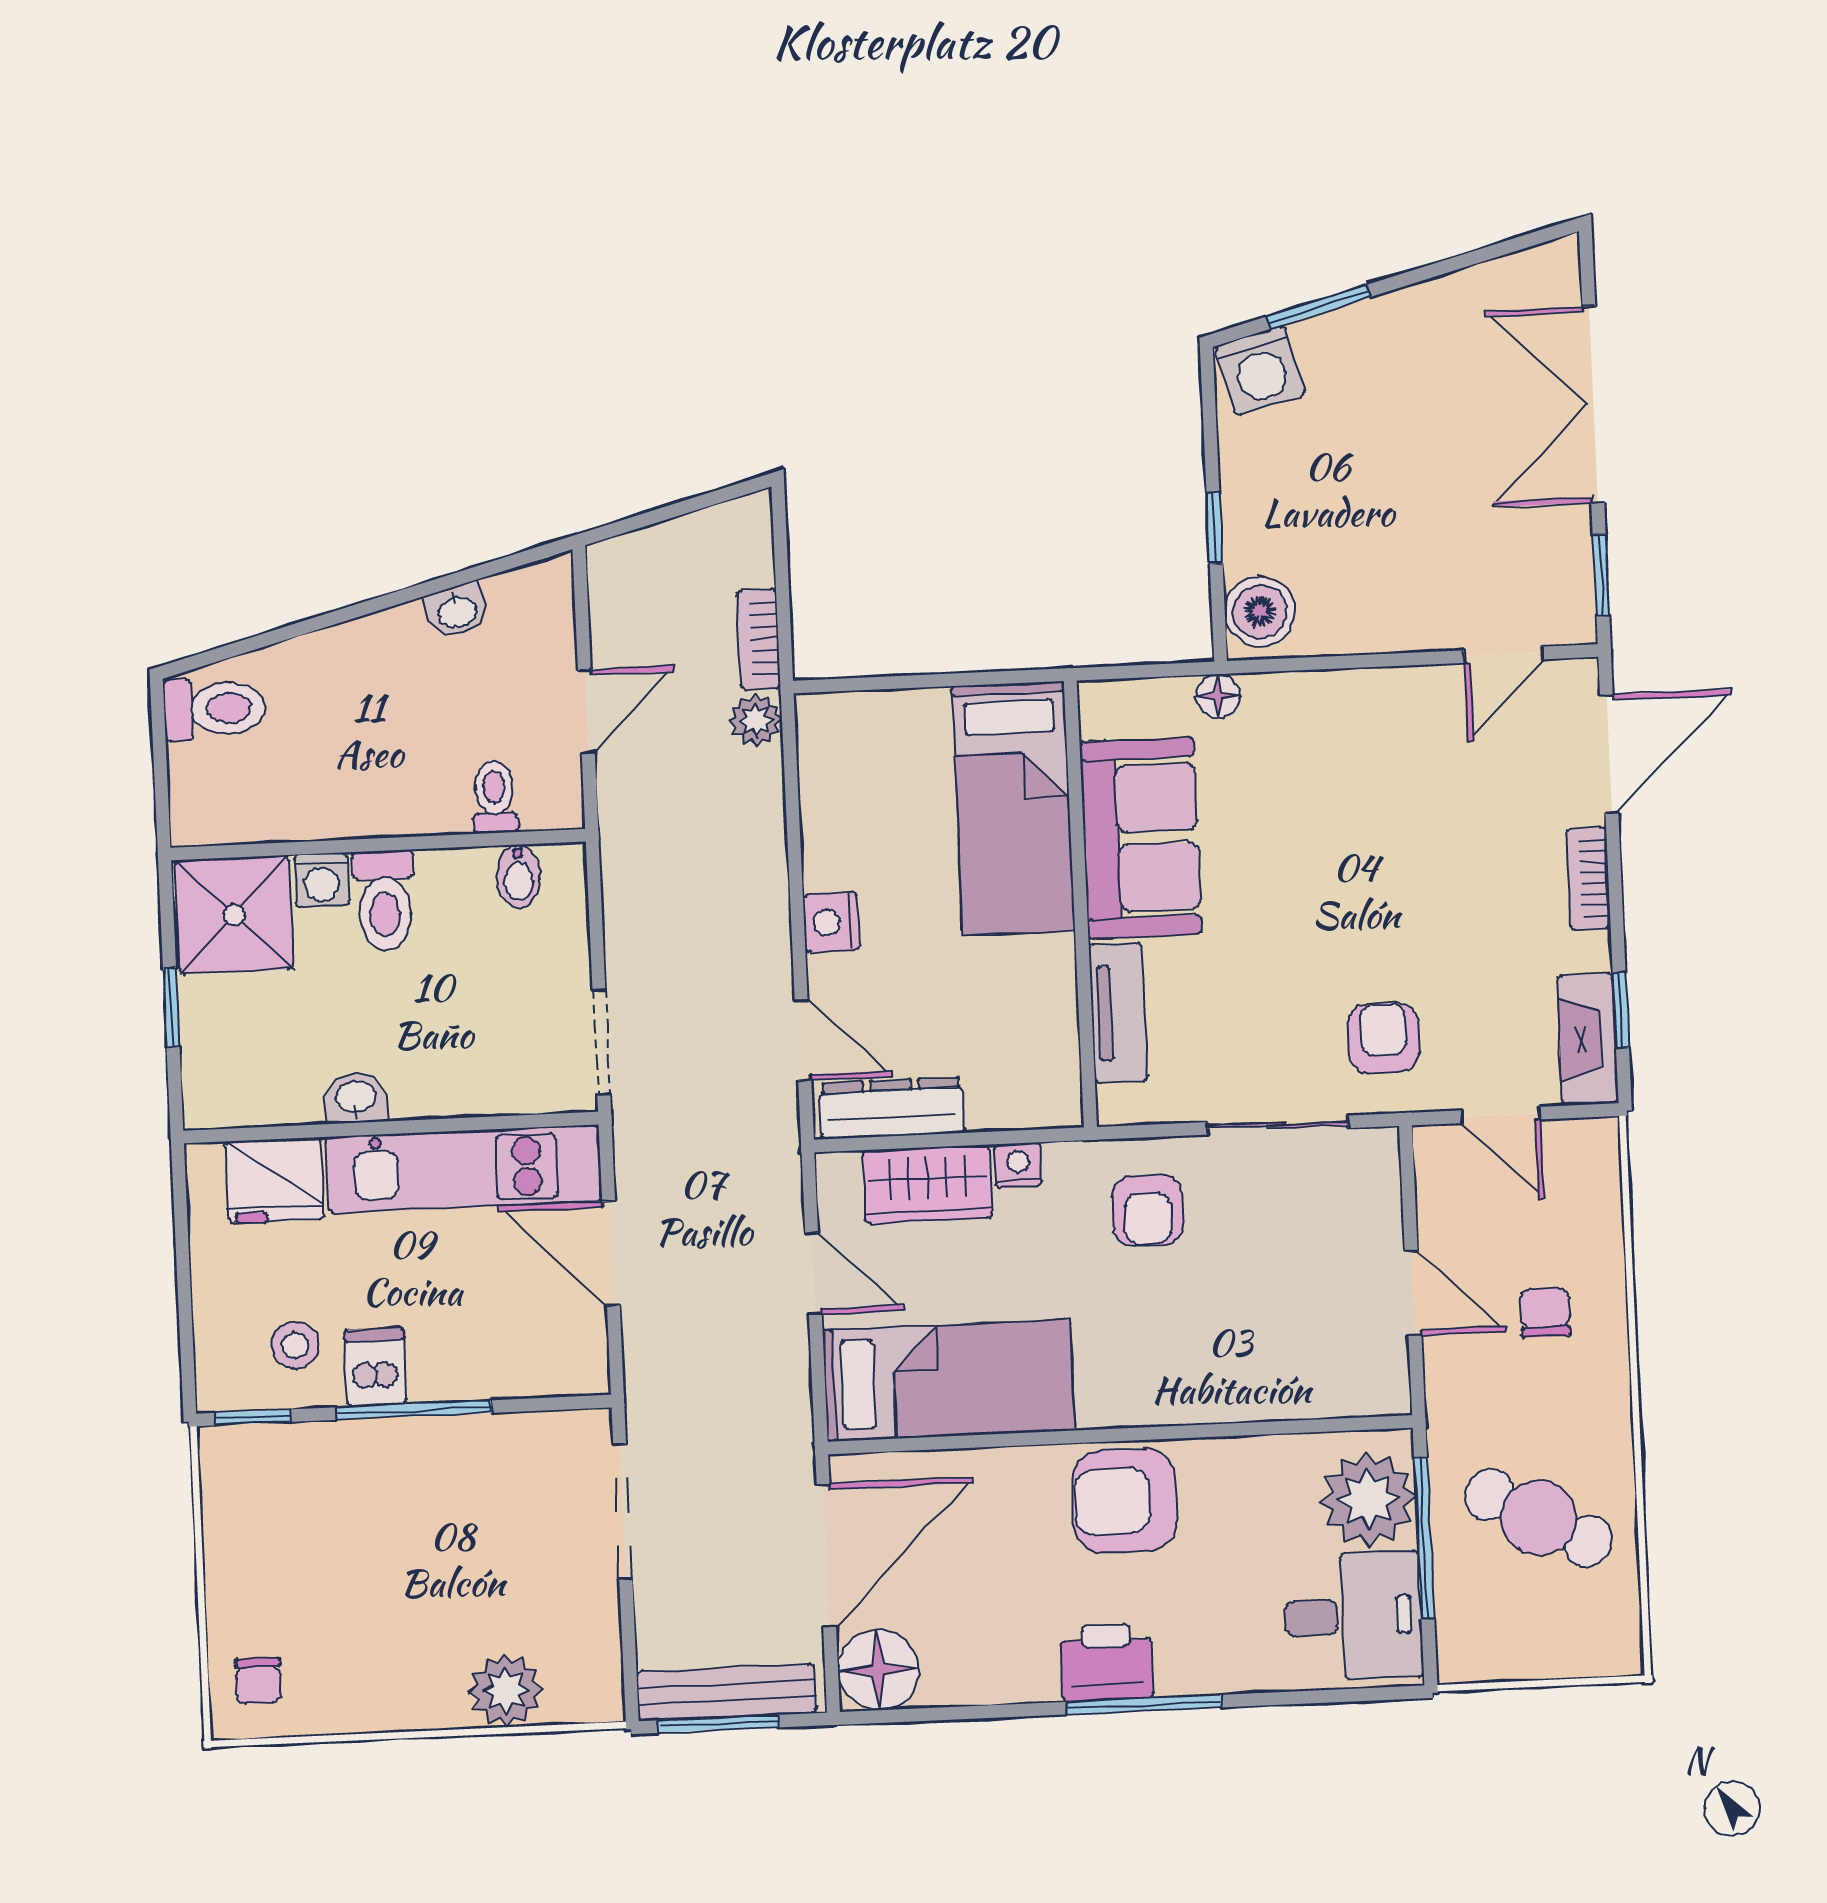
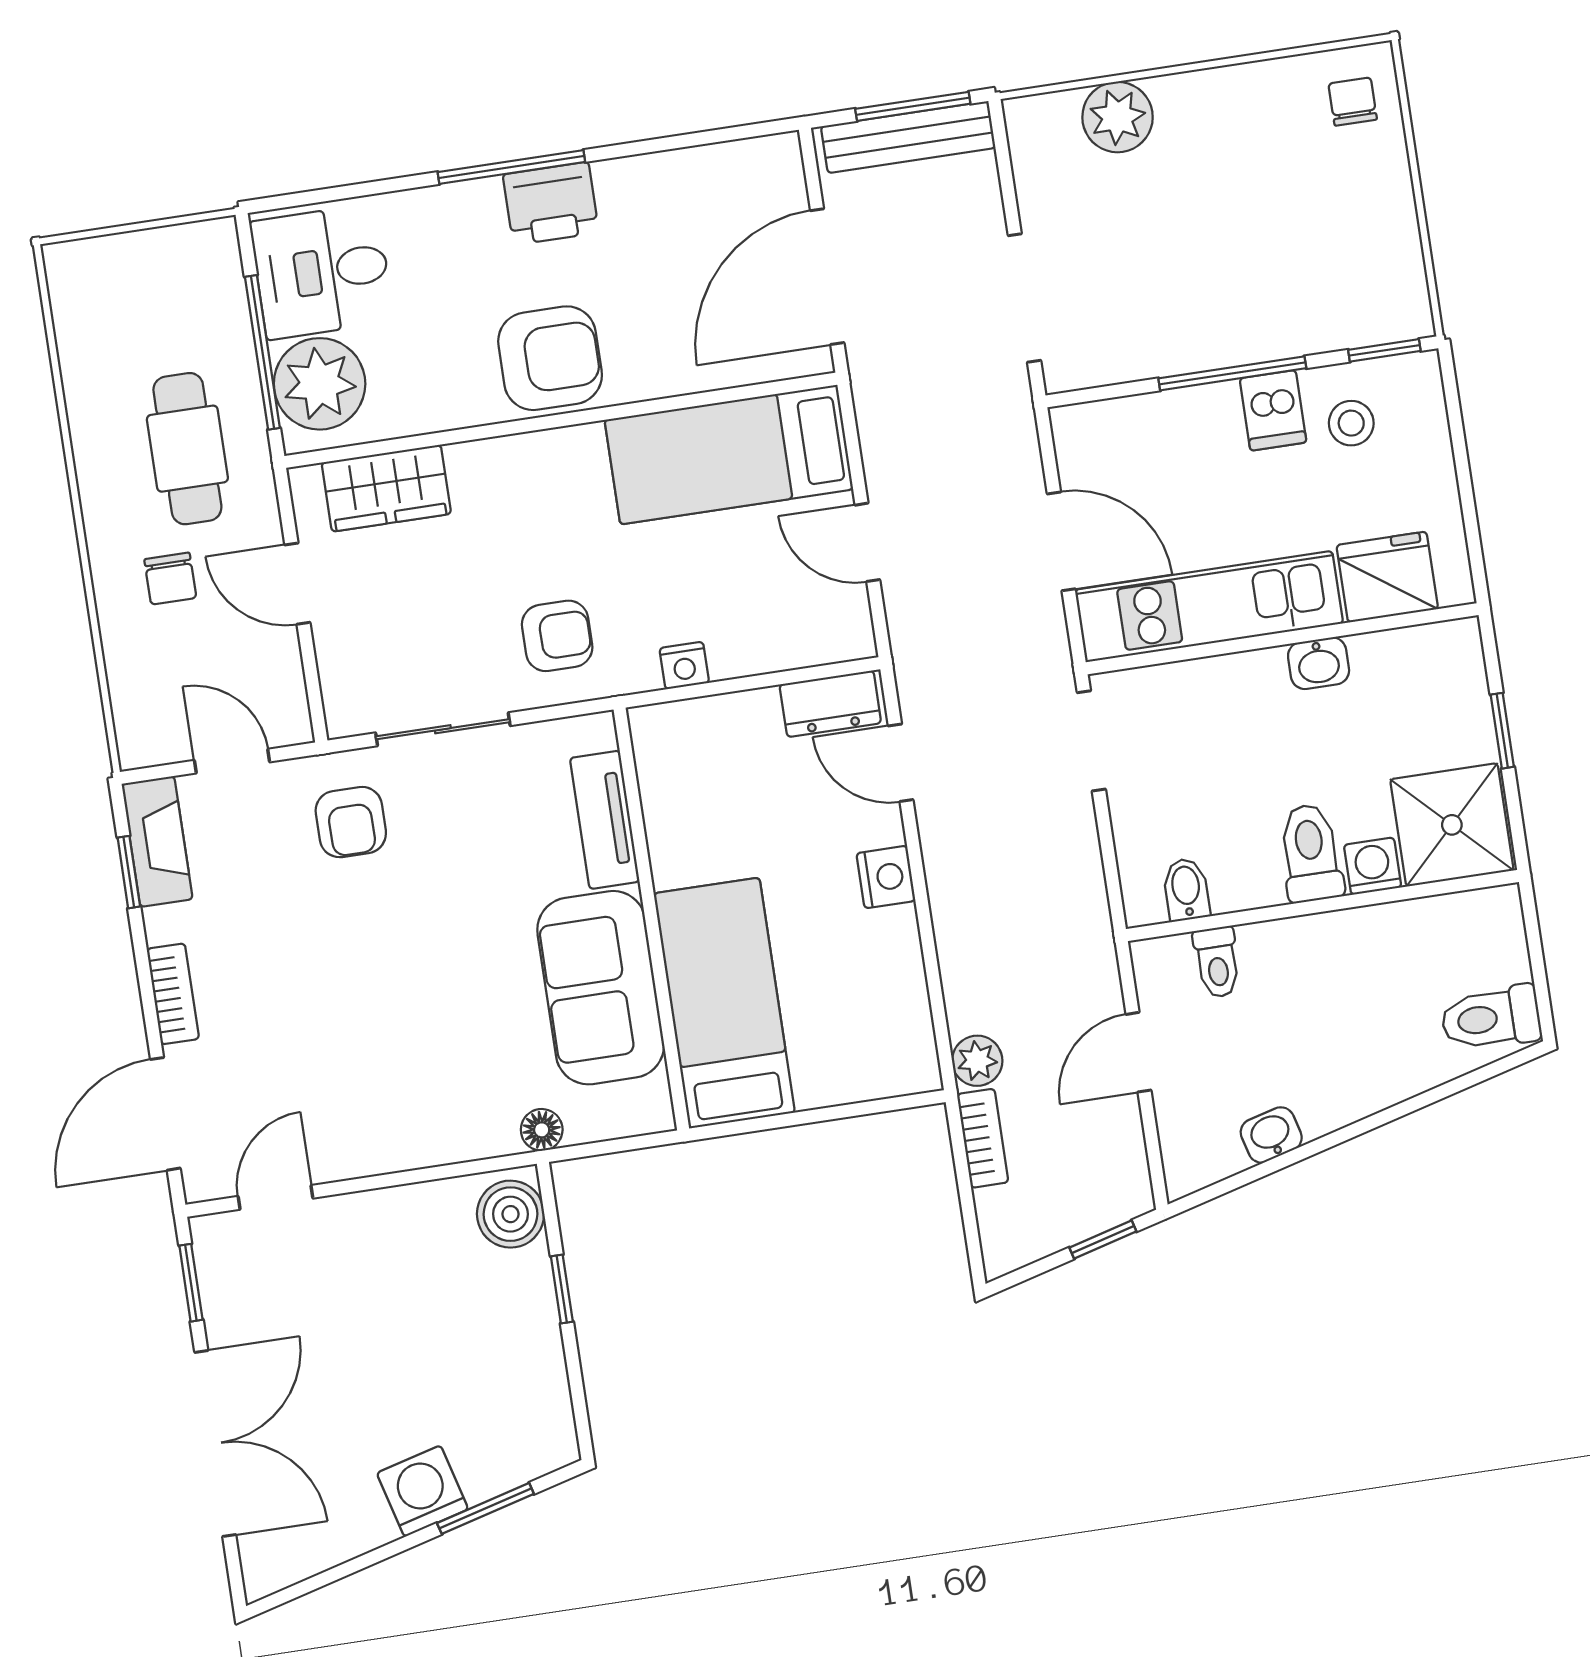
washing machine: (1260, 370) -> (422, 1491), moved
window: (644, 520) -> (1103, 1239), added
dresser: (892, 1108) -> (830, 704), width x0.70
wardrobe: (927, 1184) -> (386, 488), moved, turned 180
armchair: (1148, 1210) -> (557, 636), turned 90
cafe table: (1539, 1518) -> (187, 449), moved, turned 62
floor lamp: (878, 1670) -> (766, 174), removed

